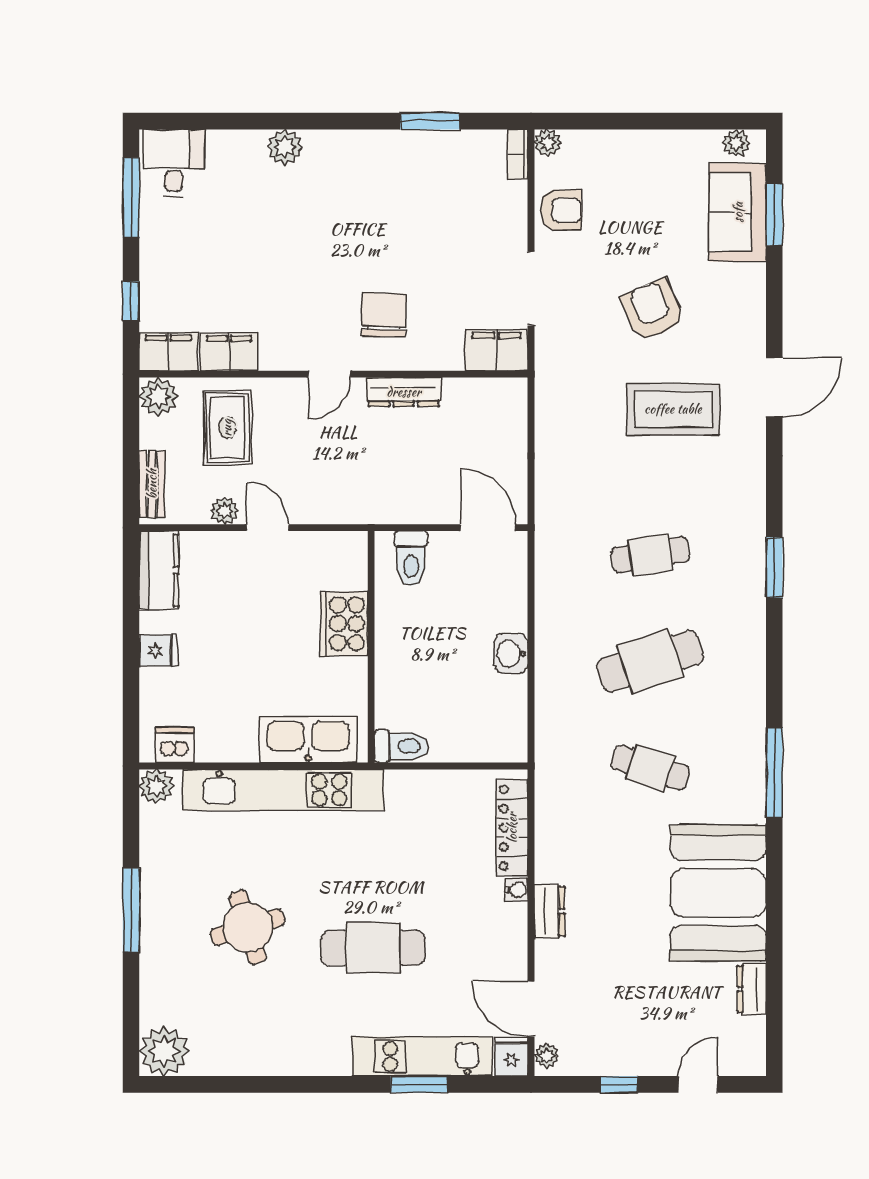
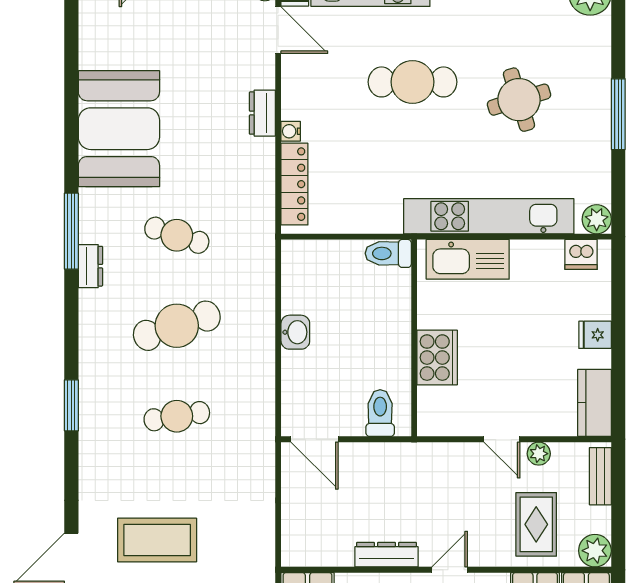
dresser: (752, 989) -> (90, 266), moved

